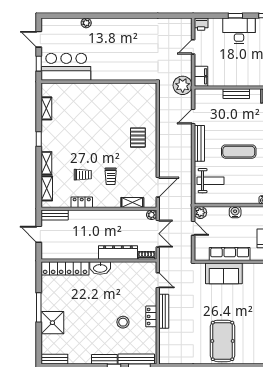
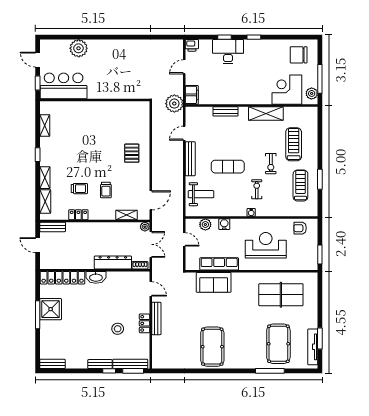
plant: (86, 23) -> (79, 48), width x1.87, depth x1.87
plant: (200, 213) -> (205, 224), moved
shower: (52, 323) -> (51, 309), moved

